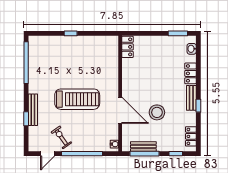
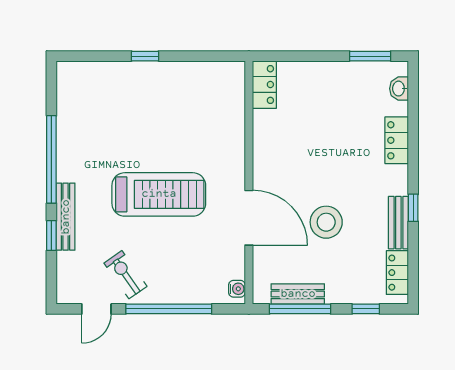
window: (26, 63) -> (51, 159), moved
bench: (191, 98) -> (398, 223), moved

